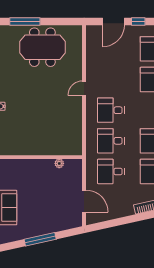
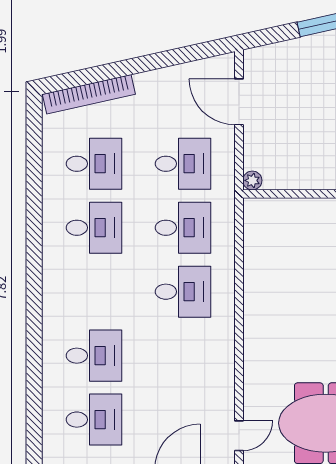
door: (84, 88) -> (239, 436), moved
plant: (59, 163) -> (252, 180), moved

